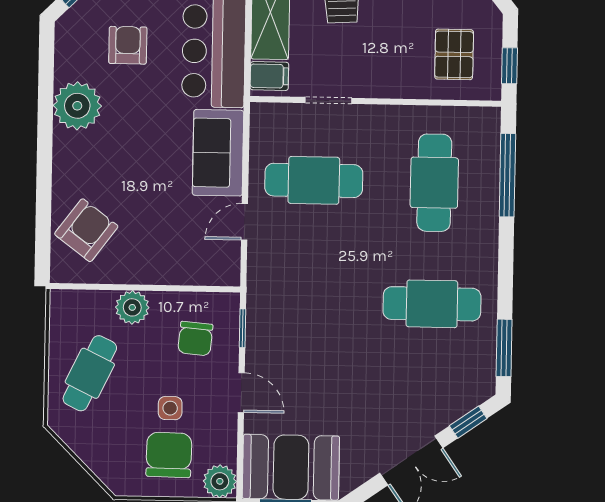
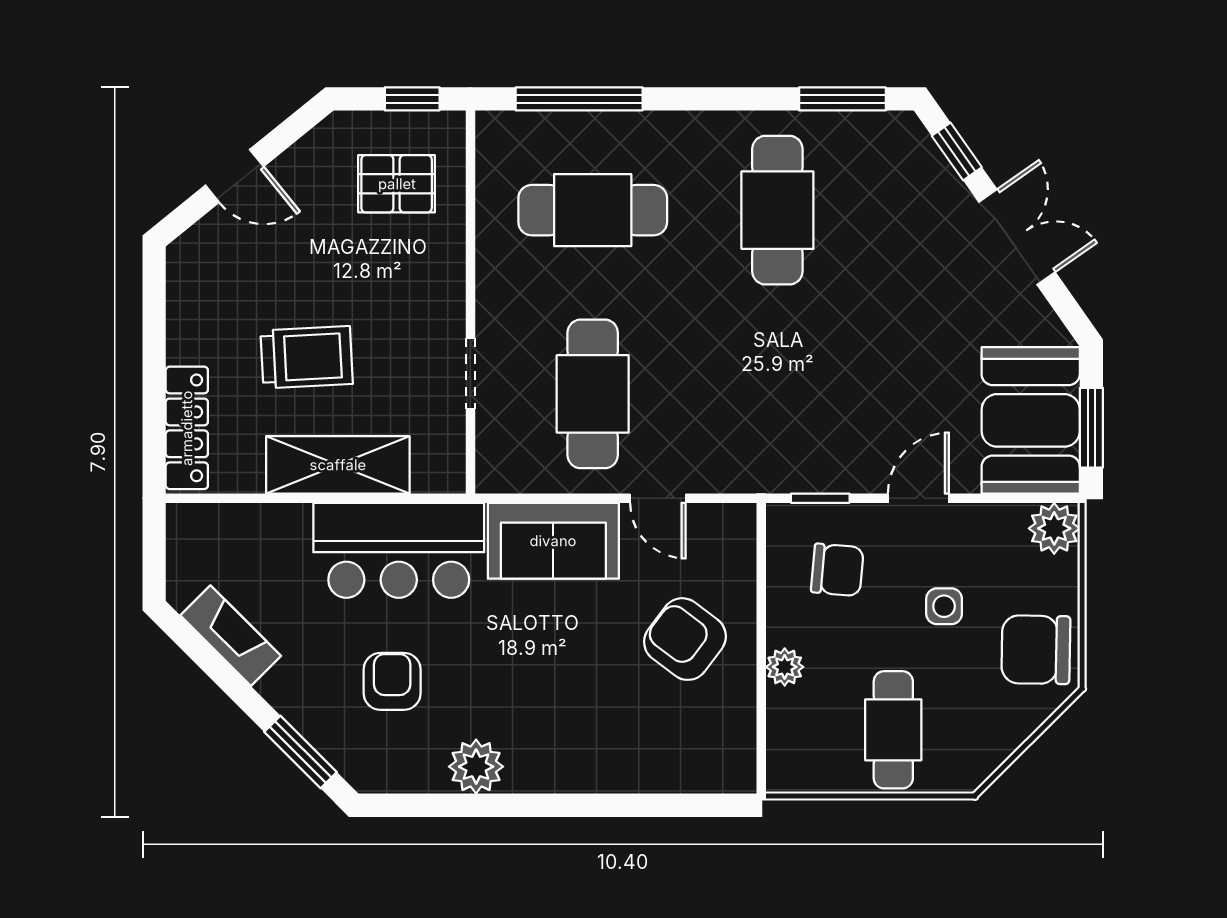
armchair: (128, 45) -> (392, 681), turned 90
filing cabinet: (269, 76) -> (435, 465), removed
plant: (77, 106) -> (476, 767), width x0.73, depth x0.73
armchair: (86, 230) -> (685, 639), moved
plant: (132, 307) -> (785, 667), width x0.73, depth x0.73
cafe table: (90, 373) -> (893, 730), turned 64
chair: (169, 455) -> (1036, 650), moved

